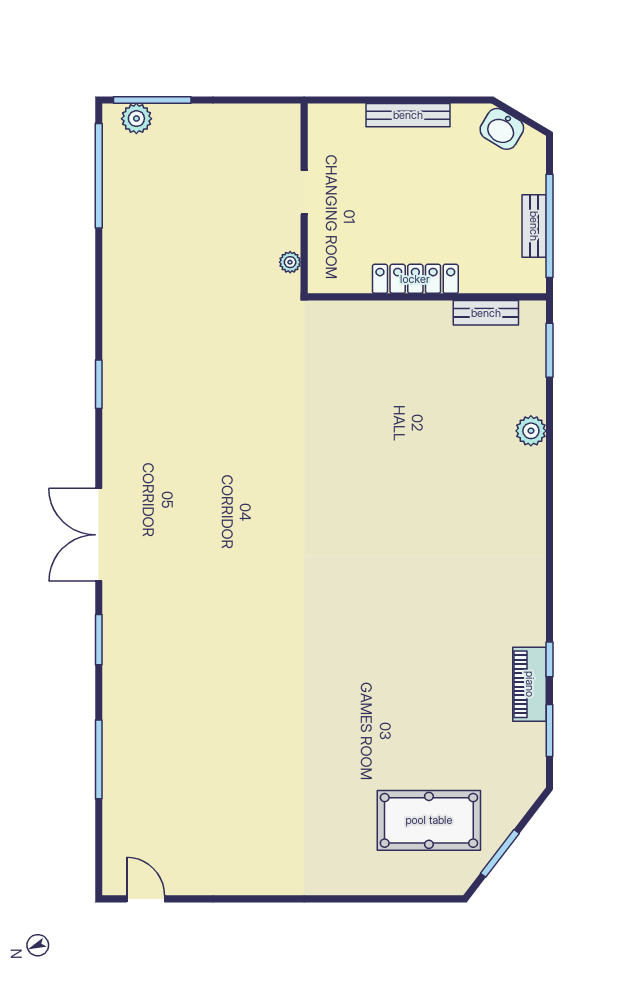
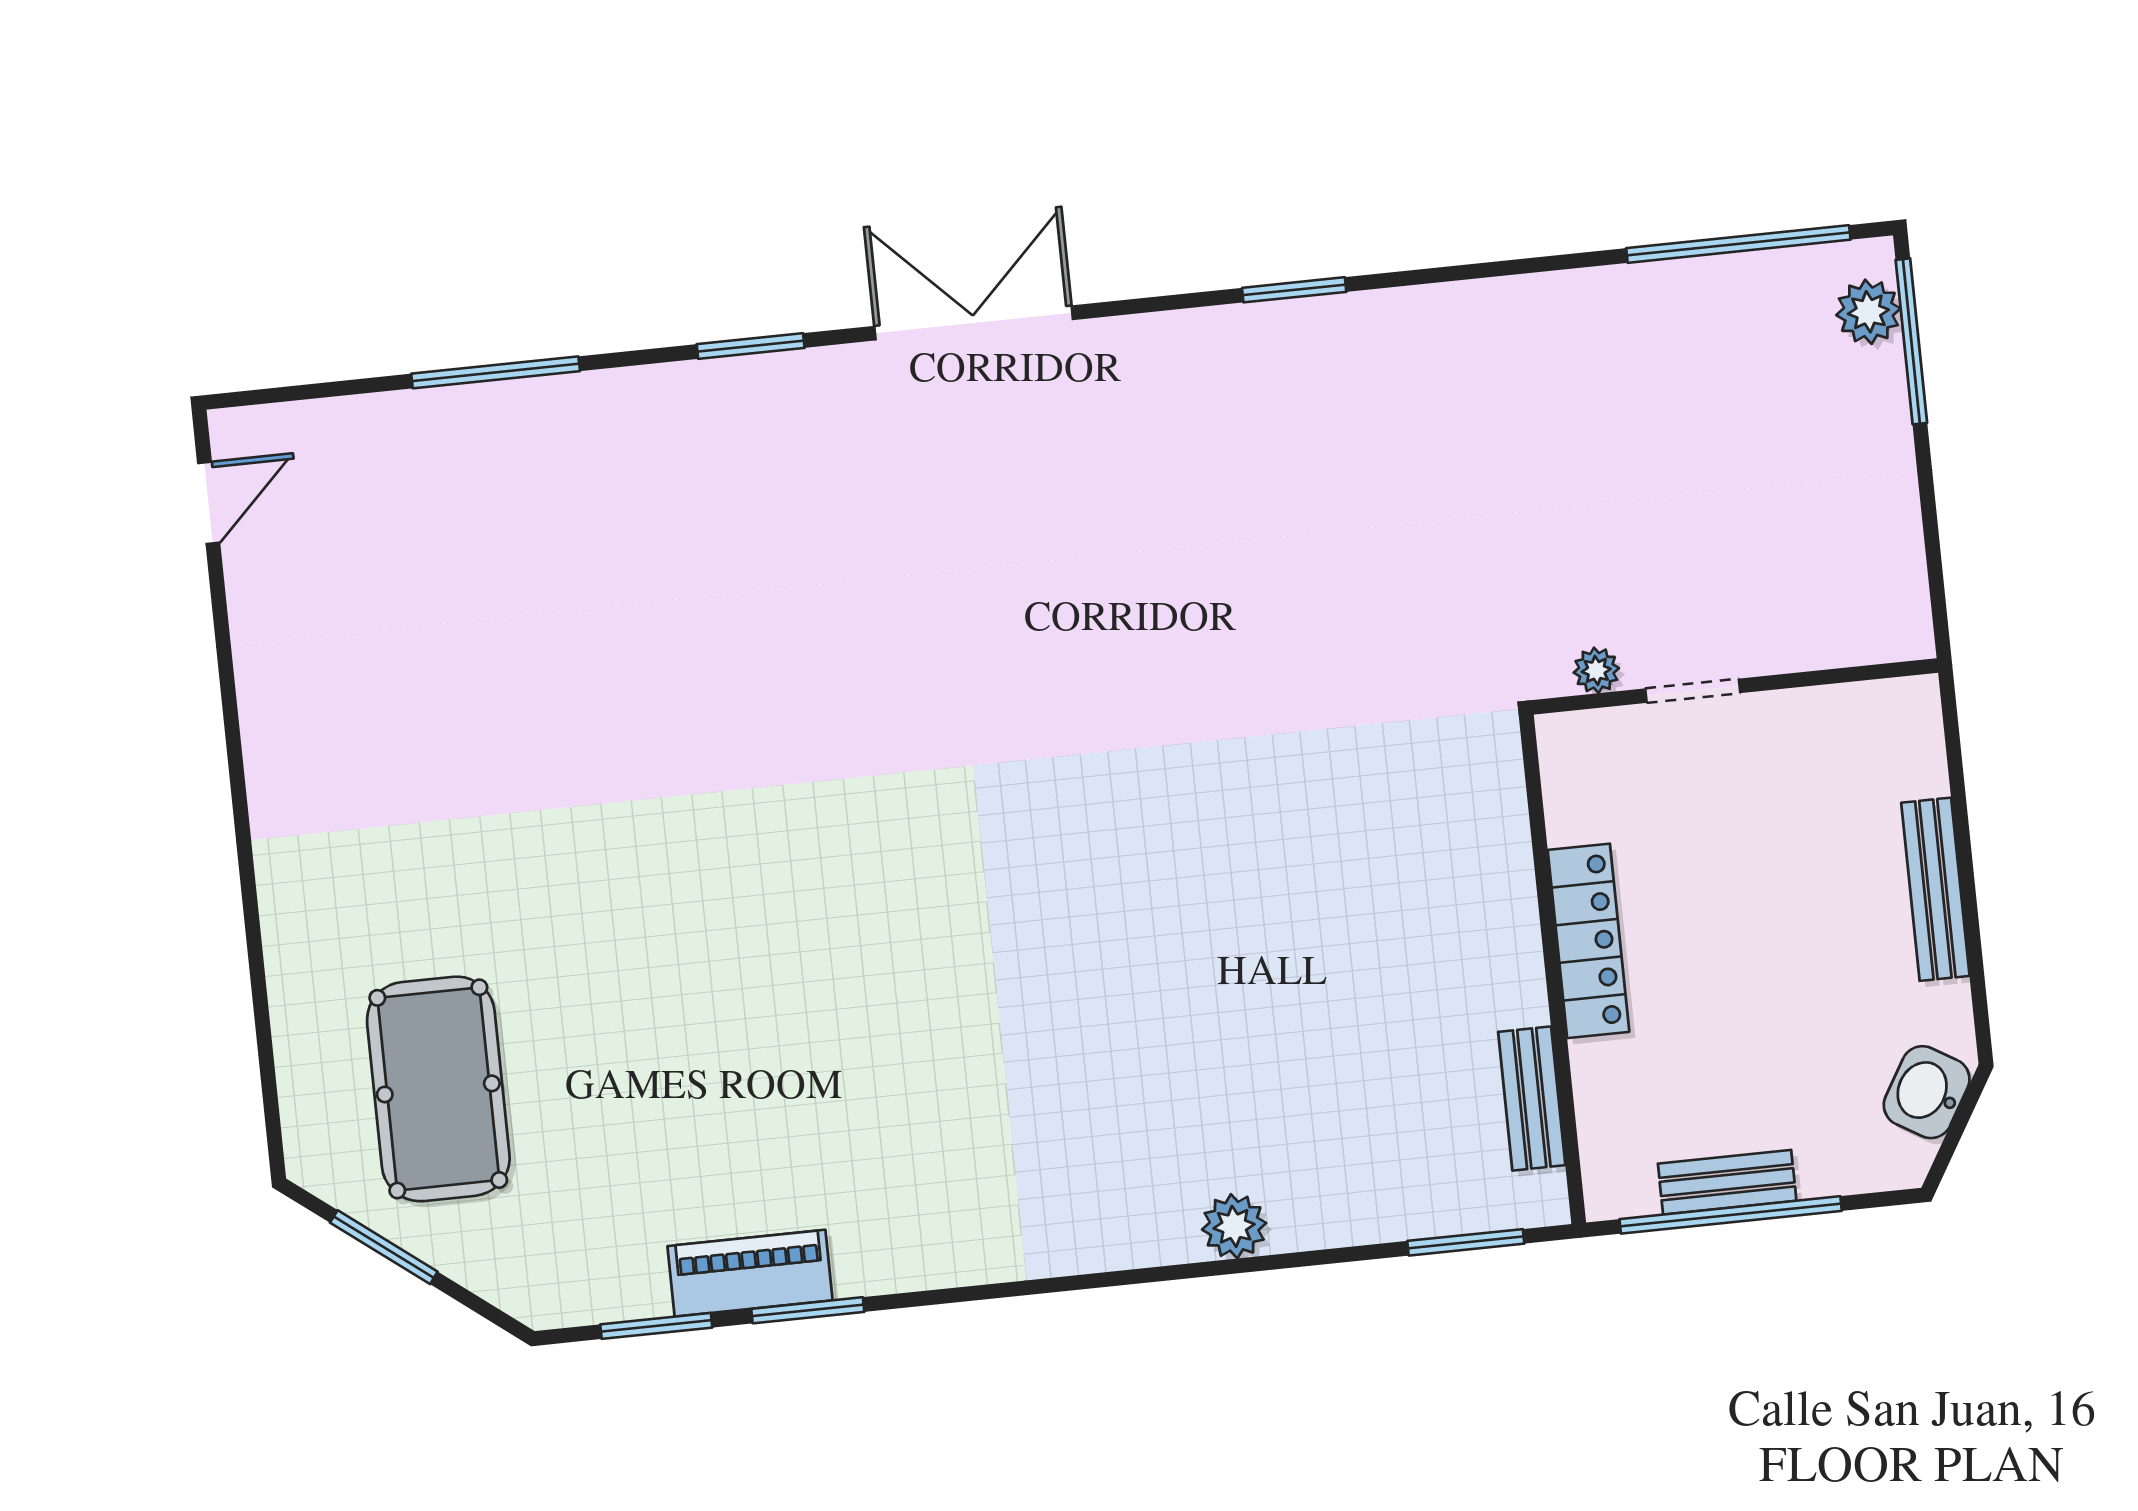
doorway: (304, 192) -> (1693, 691), moved
plant: (531, 431) -> (1234, 1226), moved
window: (550, 659) -> (808, 1310), width x1.50

